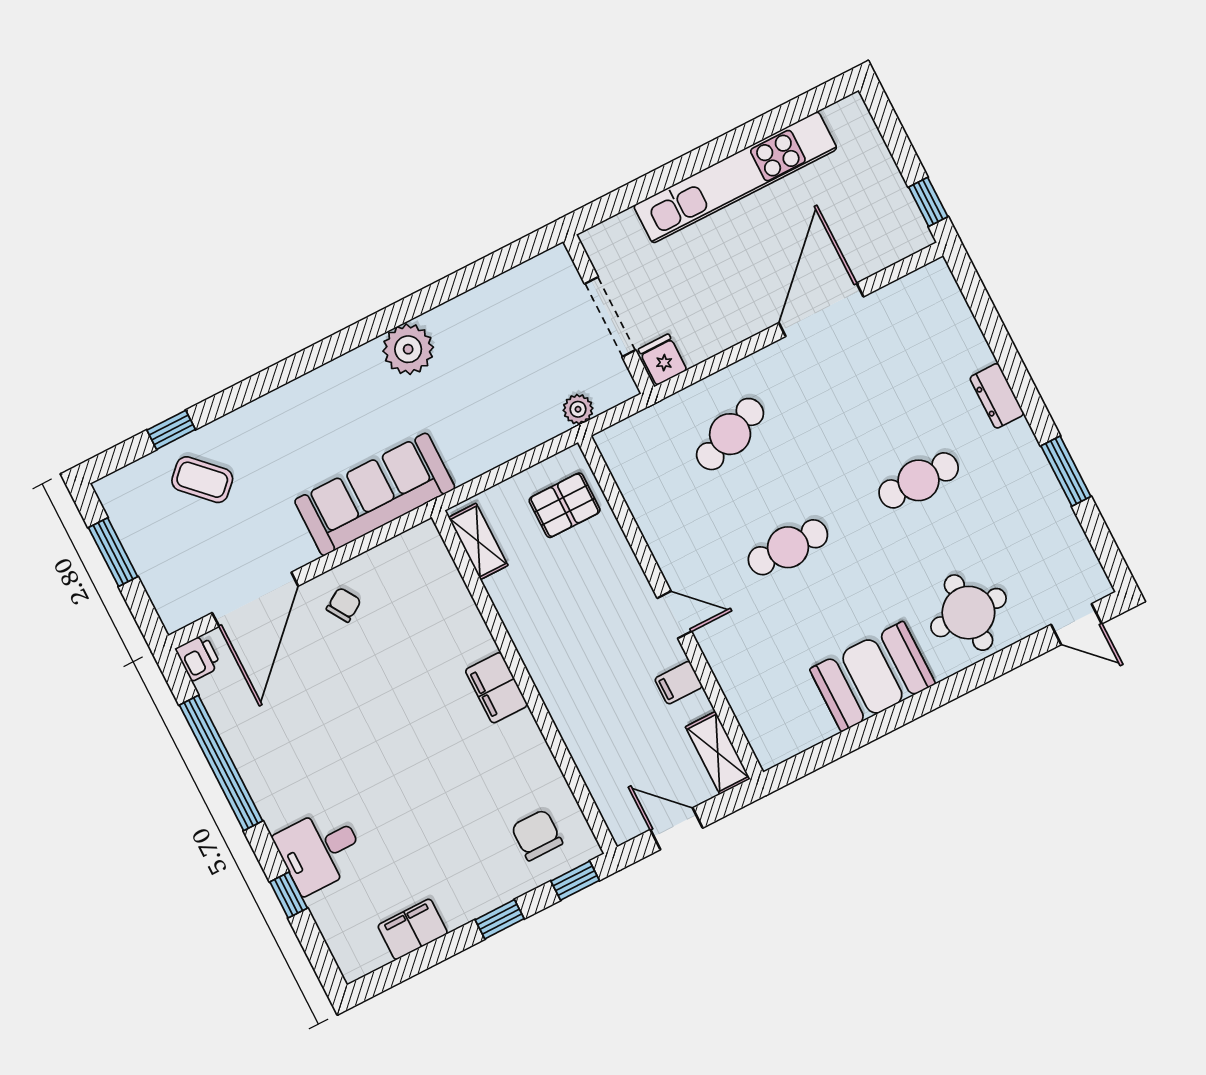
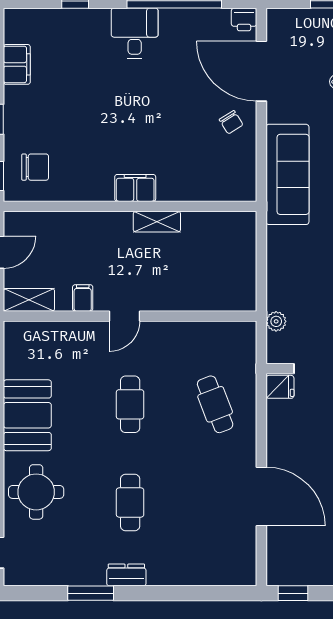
dresser: (997, 396) -> (126, 575), moved
pallet: (565, 505) -> (223, 284), removed
shelving: (478, 541) -> (157, 222), moved
desk: (320, 850) -> (135, 33), moved

